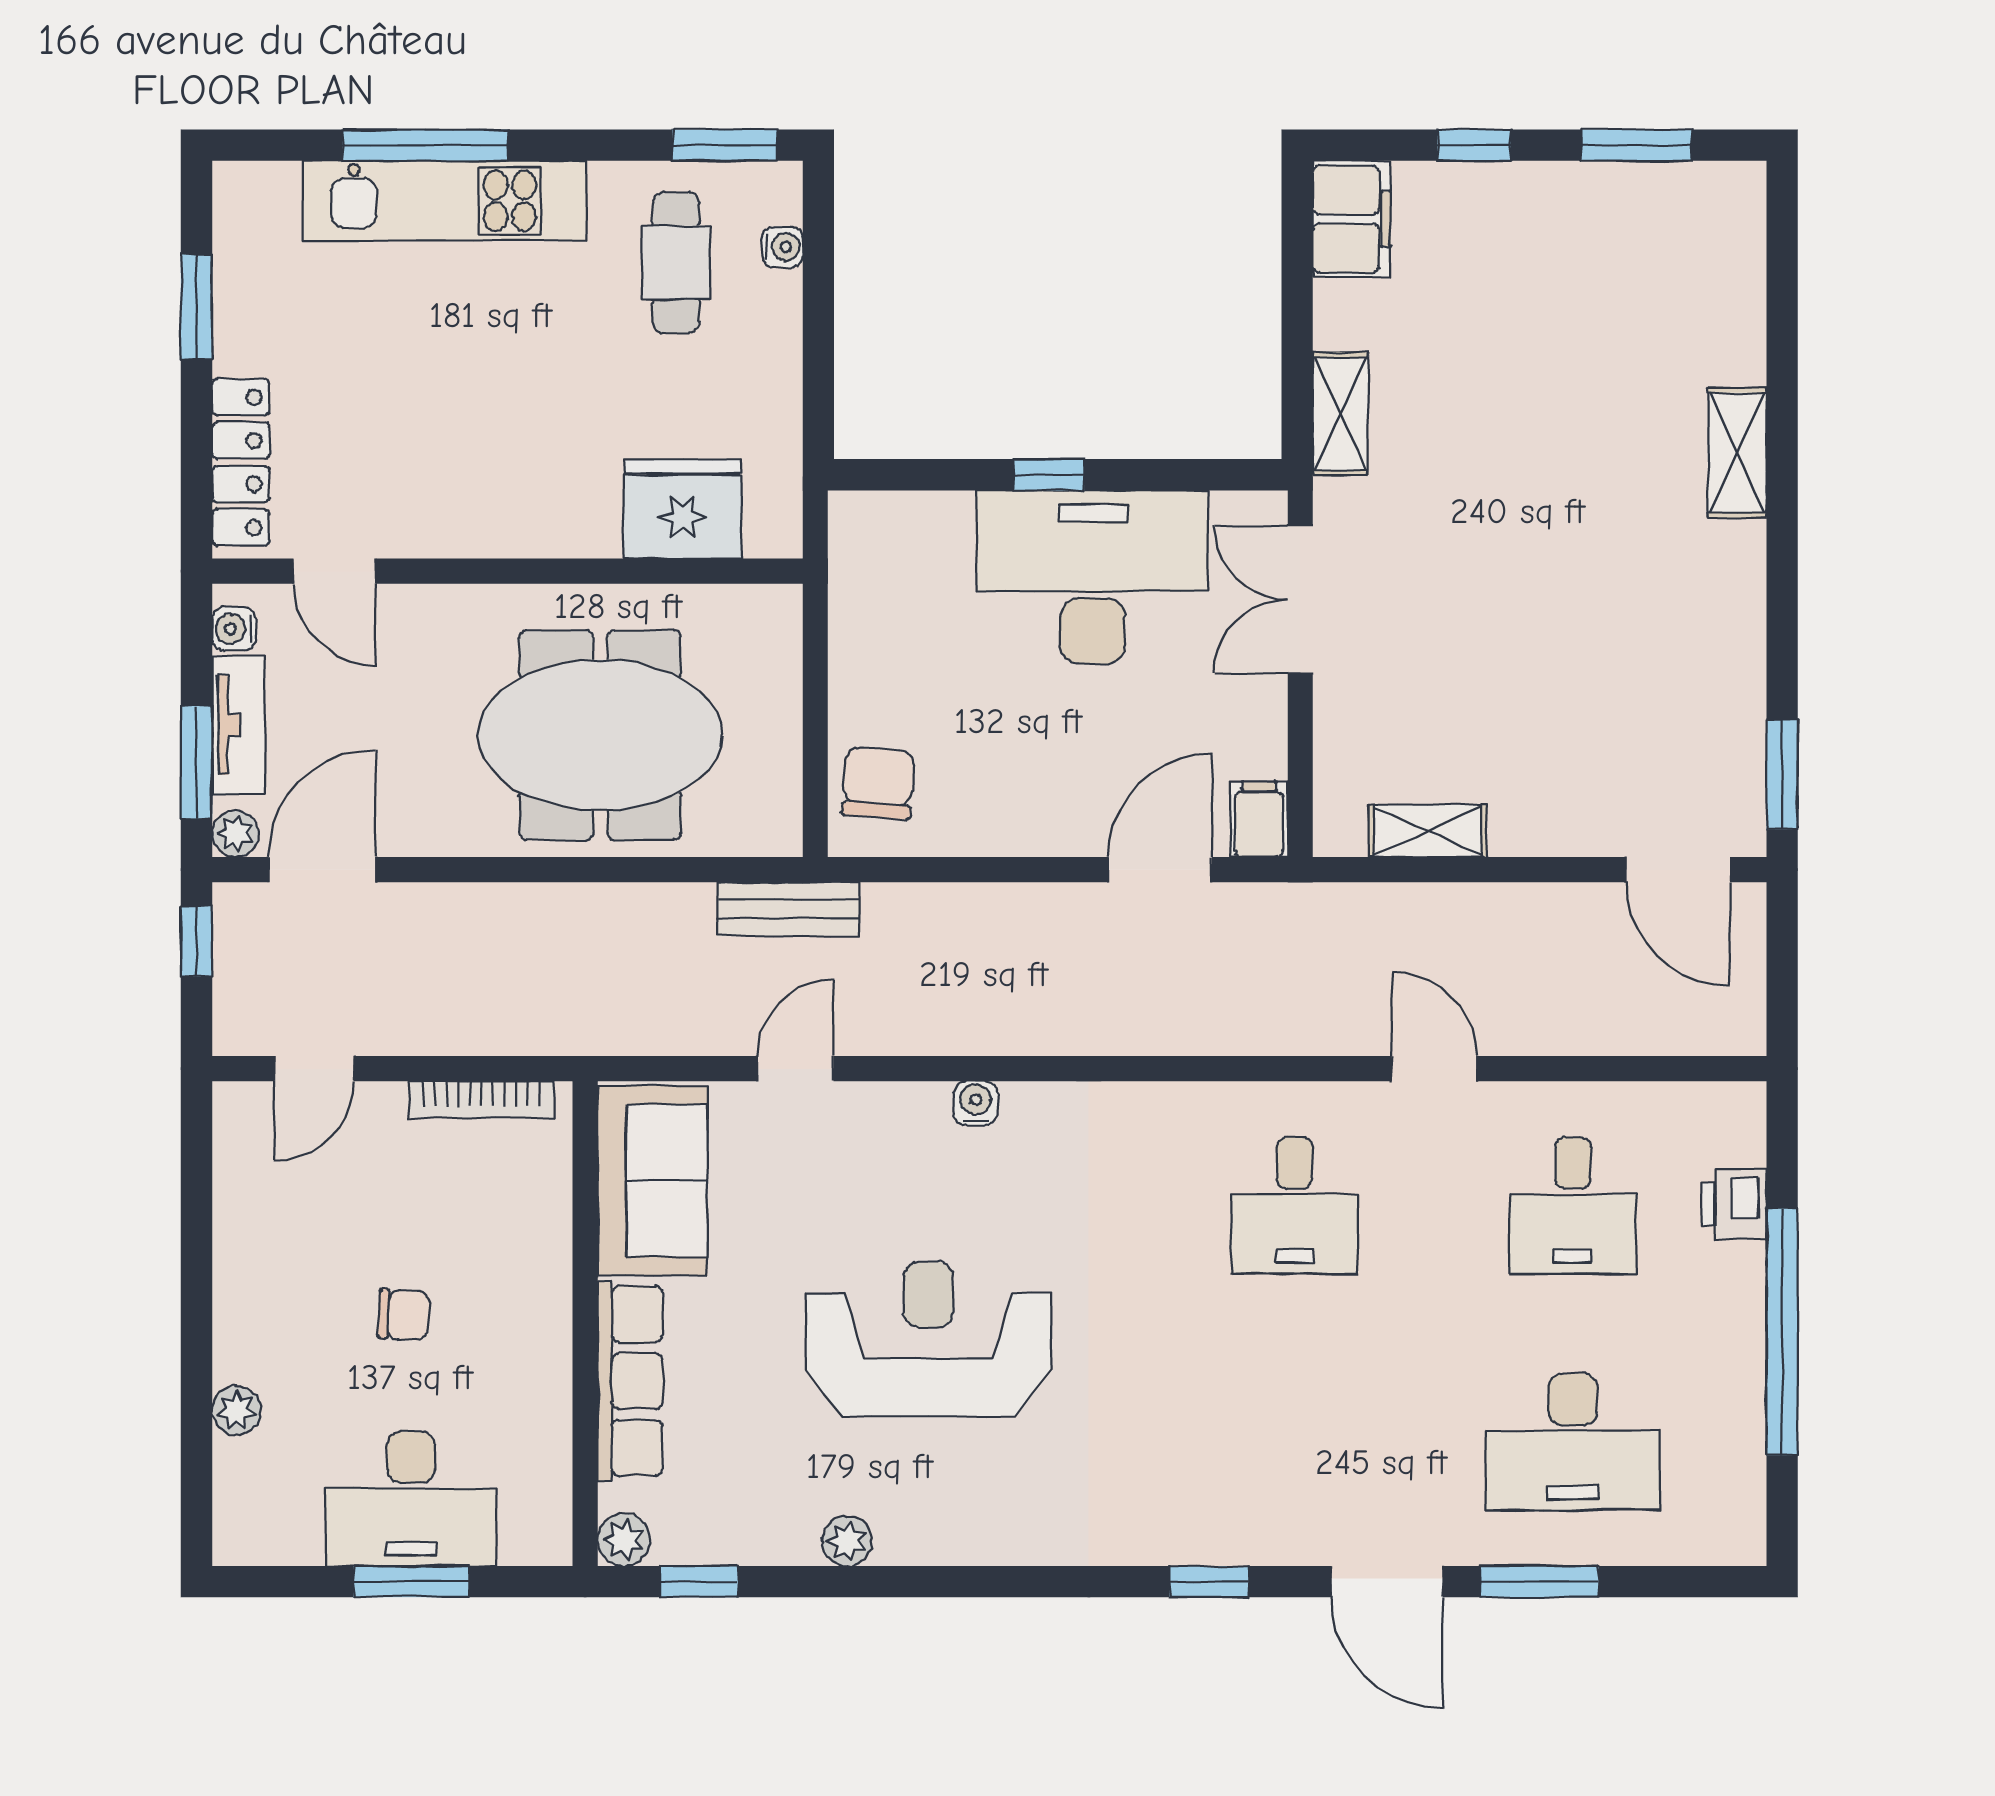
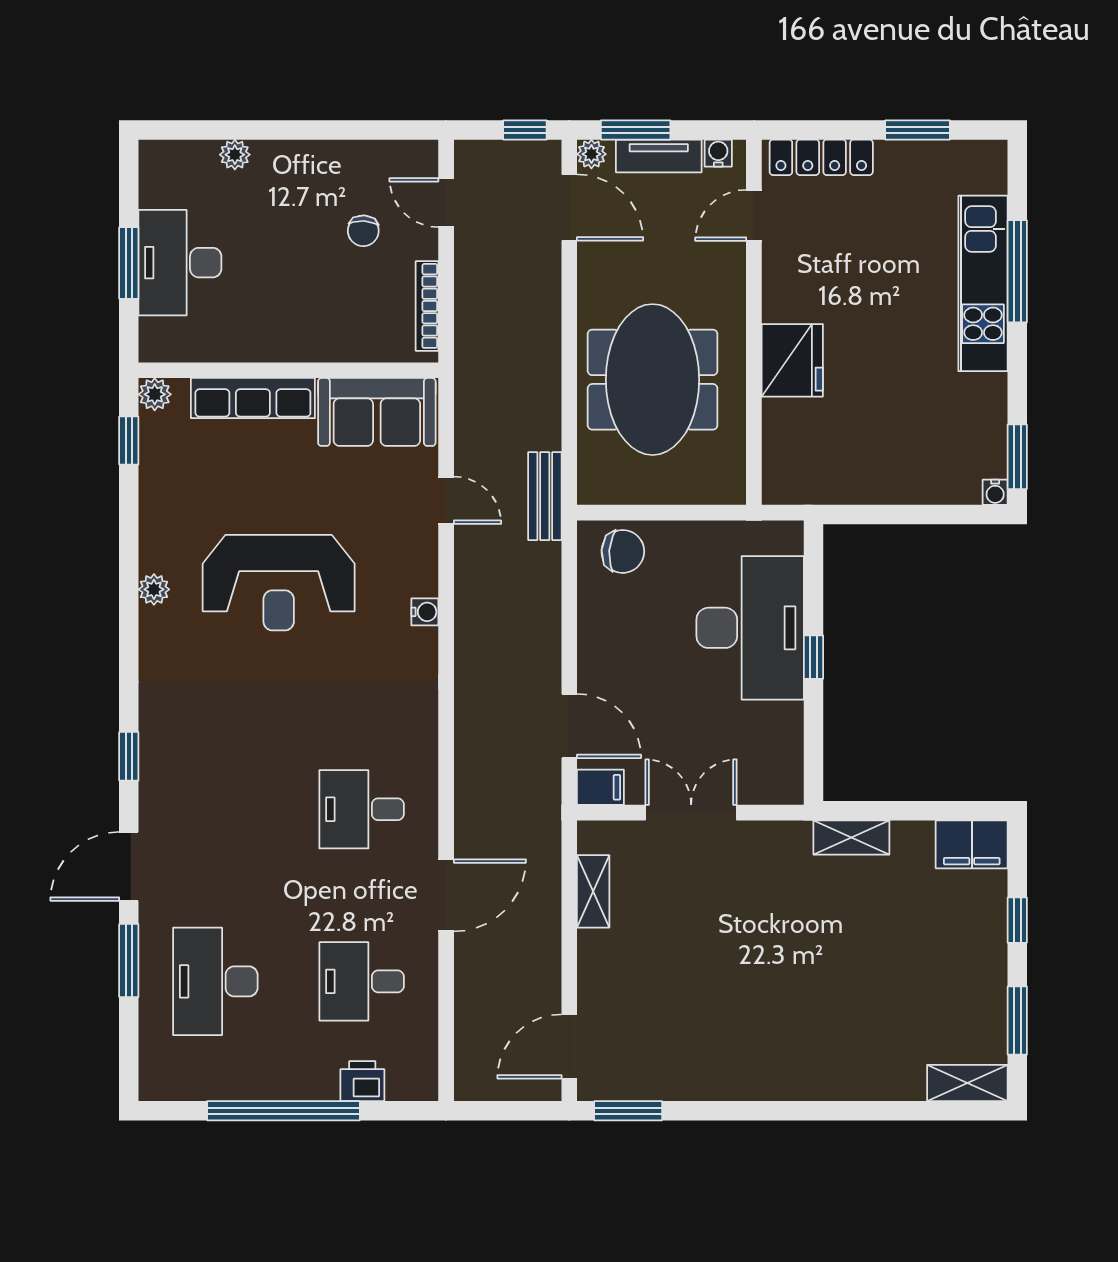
water cooler: (782, 247) -> (995, 492), moved
cafe table: (676, 263) -> (945, 426), removed
shelving: (1737, 453) -> (967, 1083), moved
fridge: (682, 509) -> (792, 360), moved
desk: (1093, 577) -> (750, 628), moved
double door: (1300, 600) -> (691, 813), moved
door: (1434, 1069) -> (446, 895), width x1.38
chair: (404, 1315) -> (363, 231), moved
reception desk: (928, 1339) -> (279, 583), turned 90
plant: (847, 1541) -> (154, 589), moved

